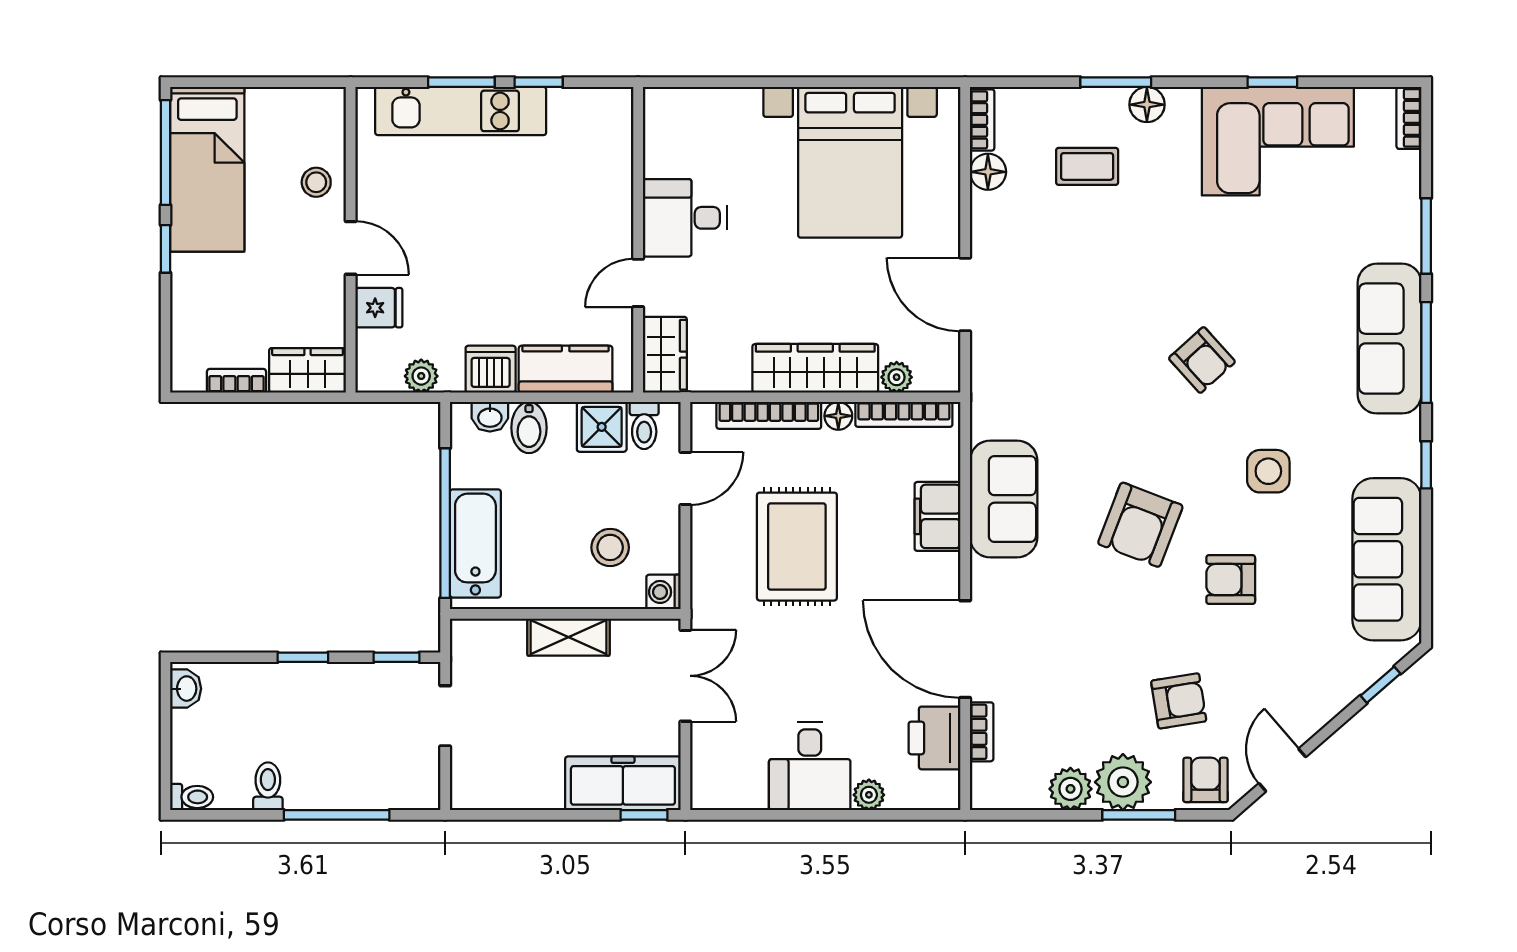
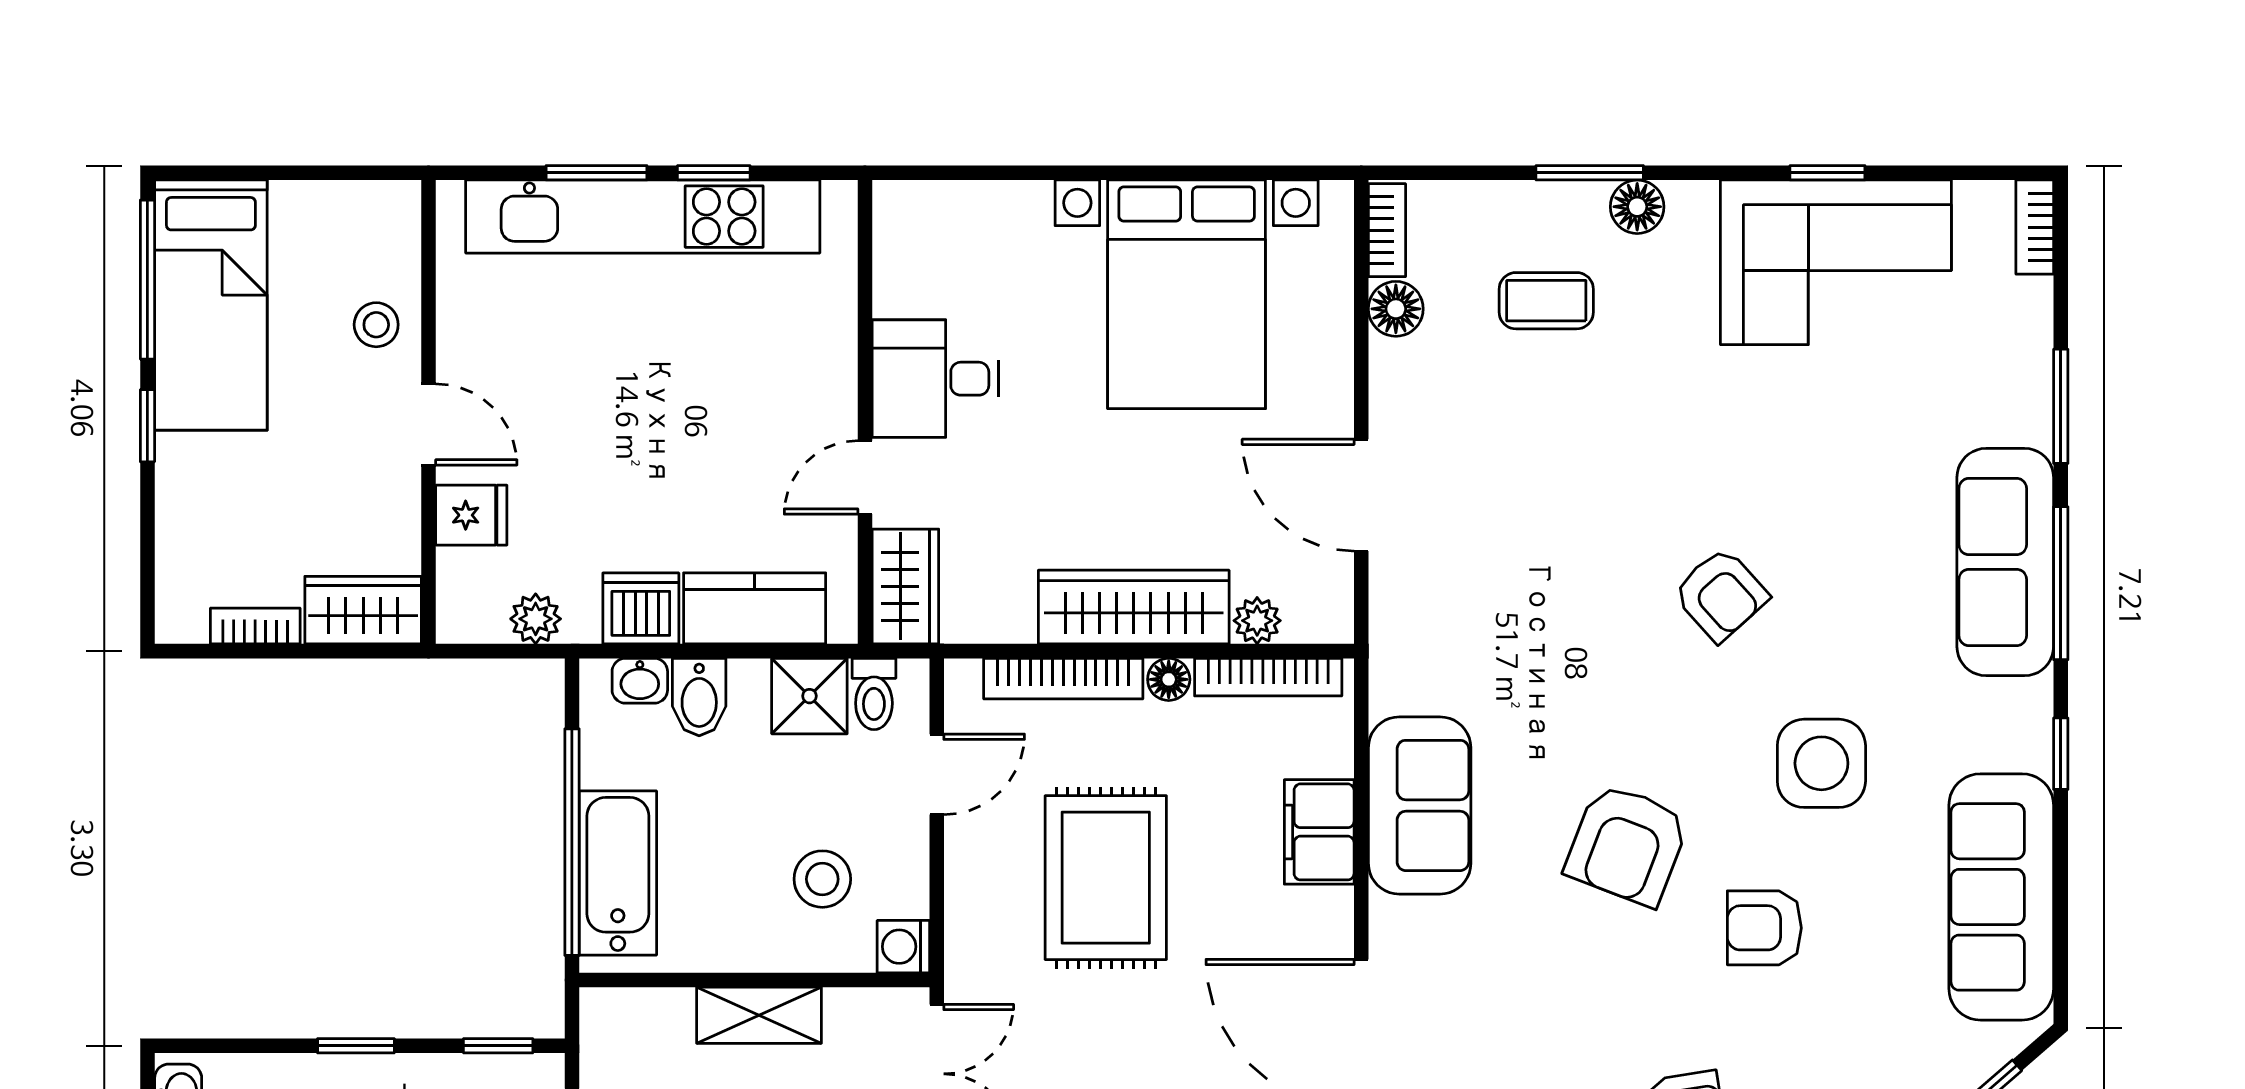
kitchen unit: (461, 111) -> (643, 217), width x1.36
side table: (1268, 471) -> (1821, 763), width x1.37, depth x1.37

